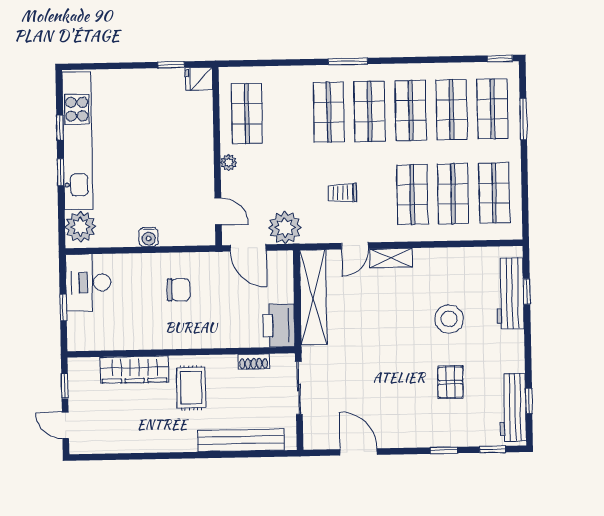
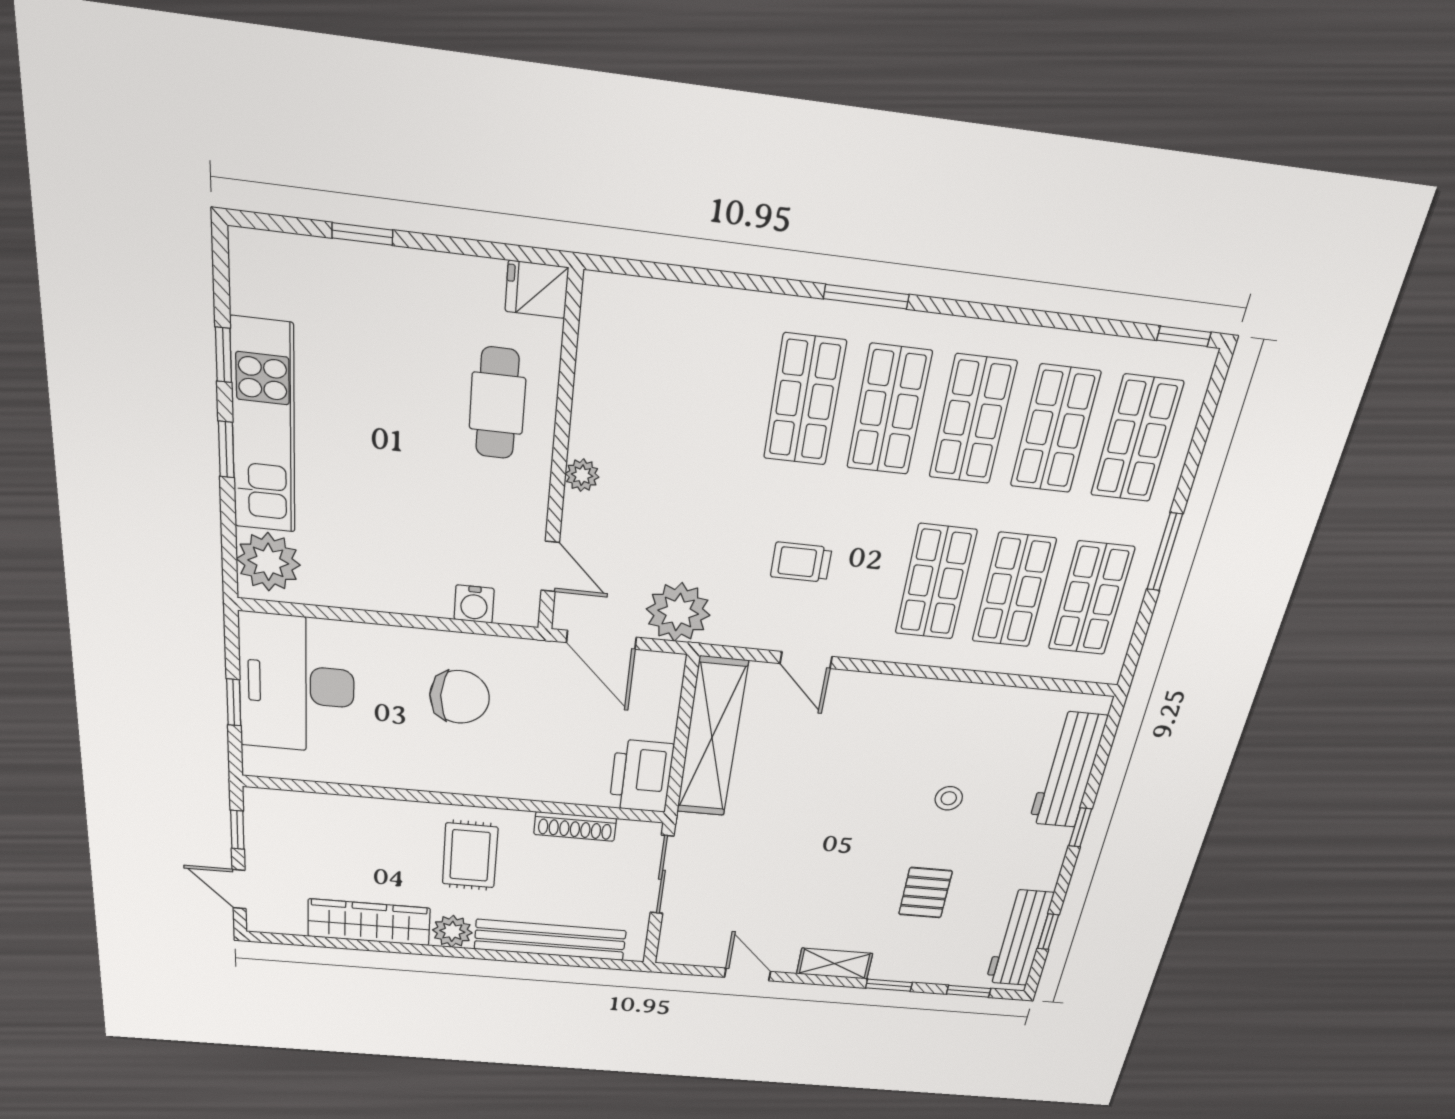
window: (171, 65) -> (362, 234), moved
shop shelf: (247, 114) -> (633, 380), removed
window: (523, 119) -> (1165, 552), moved
cafe table: (185, 133) -> (497, 403), added
kitchen unit: (77, 141) -> (263, 427), width x0.73
water cooler: (149, 237) -> (474, 604), moved
door: (355, 246) -> (806, 660), hinge flipped
shelving: (391, 258) -> (835, 964), moved
desk: (88, 283) -> (297, 684), width x1.36, depth x1.30
chair: (179, 290) -> (460, 697), width x1.37, depth x1.37
window: (527, 291) -> (1080, 827), moved
stool: (449, 319) -> (949, 798), width x0.53, depth x0.53
shoe rack: (254, 362) -> (575, 826), width x1.43
wardrobe: (134, 370) -> (369, 922), moved, turned 180
plant: (185, 441) -> (452, 931), added
door: (359, 452) -> (747, 974), width x0.73

